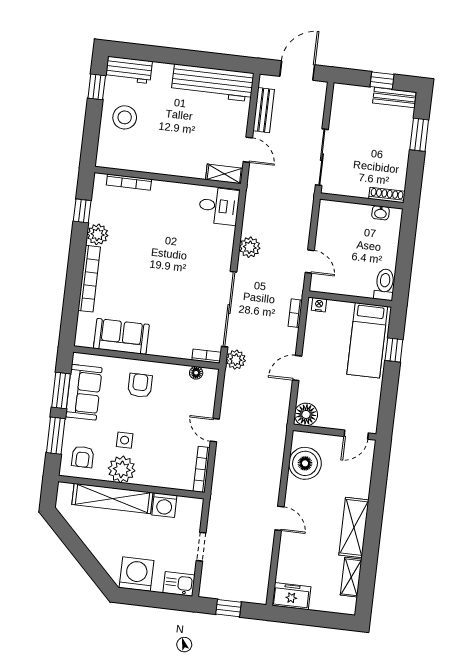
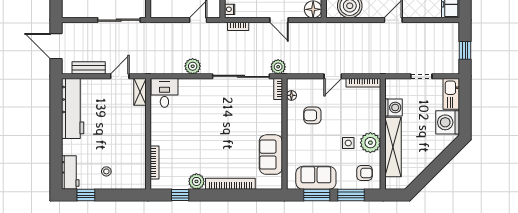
stool: (125, 117) -> (106, 171), width x0.53, depth x0.53
armchair: (140, 385) -> (312, 115), moved
kitchen sink: (179, 584) -> (451, 94), width x1.38

